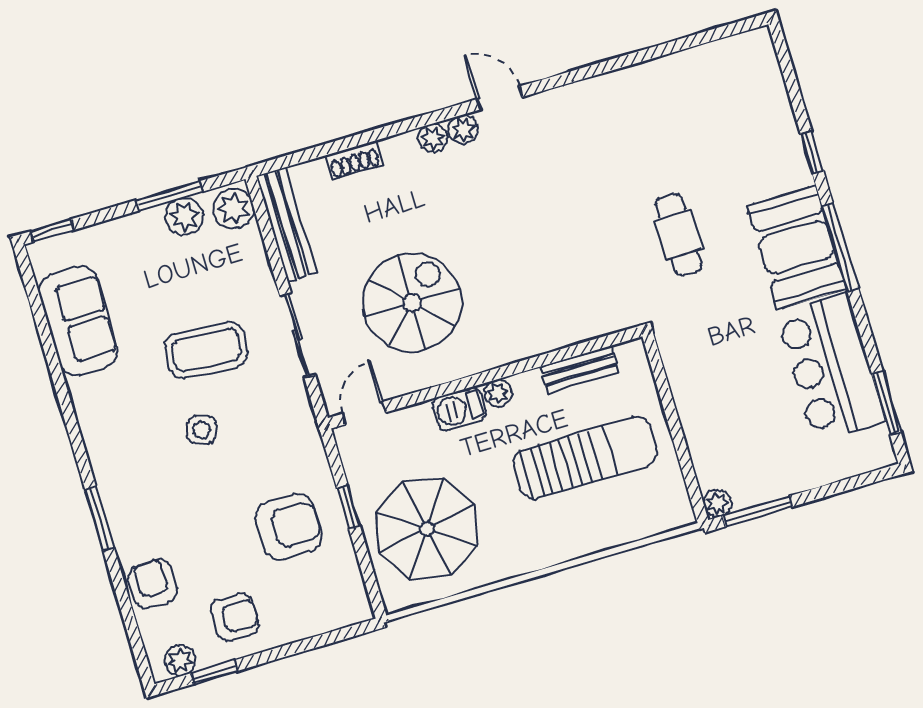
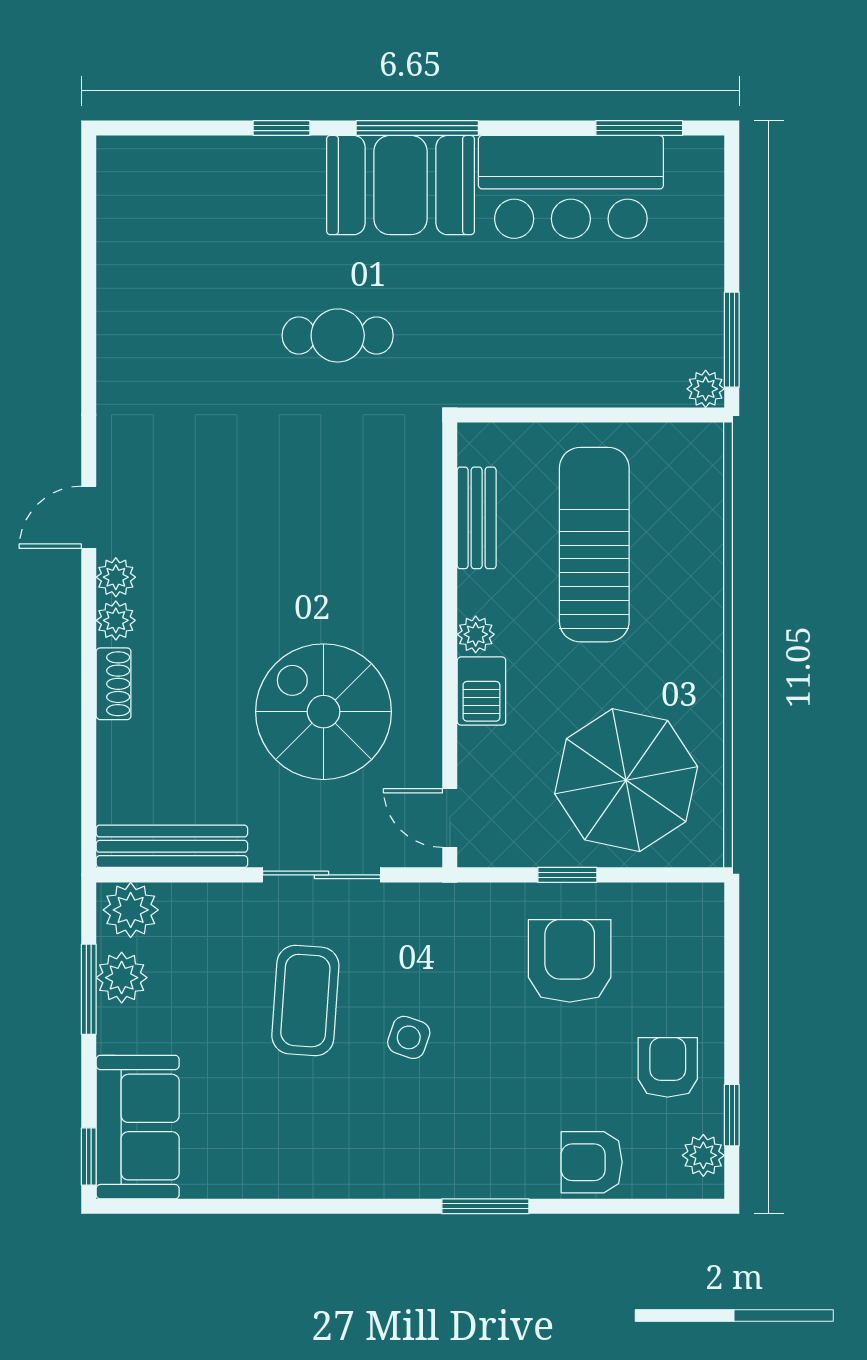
shoe rack: (354, 160) -> (114, 684), moved
sofa: (78, 321) -> (138, 1127), moved, turned 90

